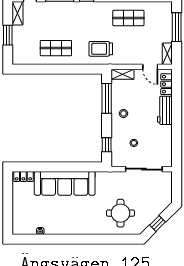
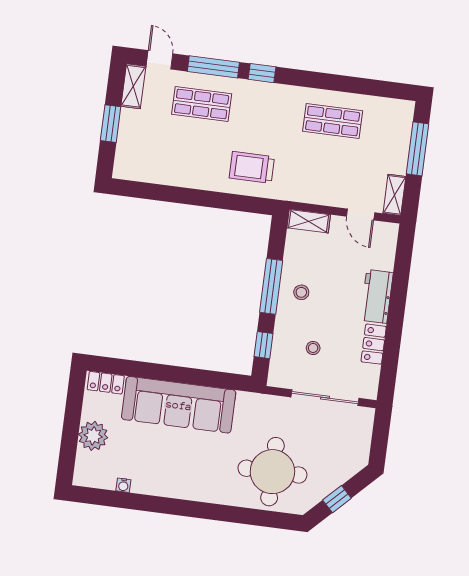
shop shelf: (56, 48) -> (202, 104), moved
trolley: (101, 49) -> (252, 167), moved
locker: (167, 84) -> (374, 344), moved
window: (107, 98) -> (271, 286), moved
plant: (20, 206) -> (93, 436), added
round table: (120, 213) -> (272, 472), width x1.36, depth x1.36

